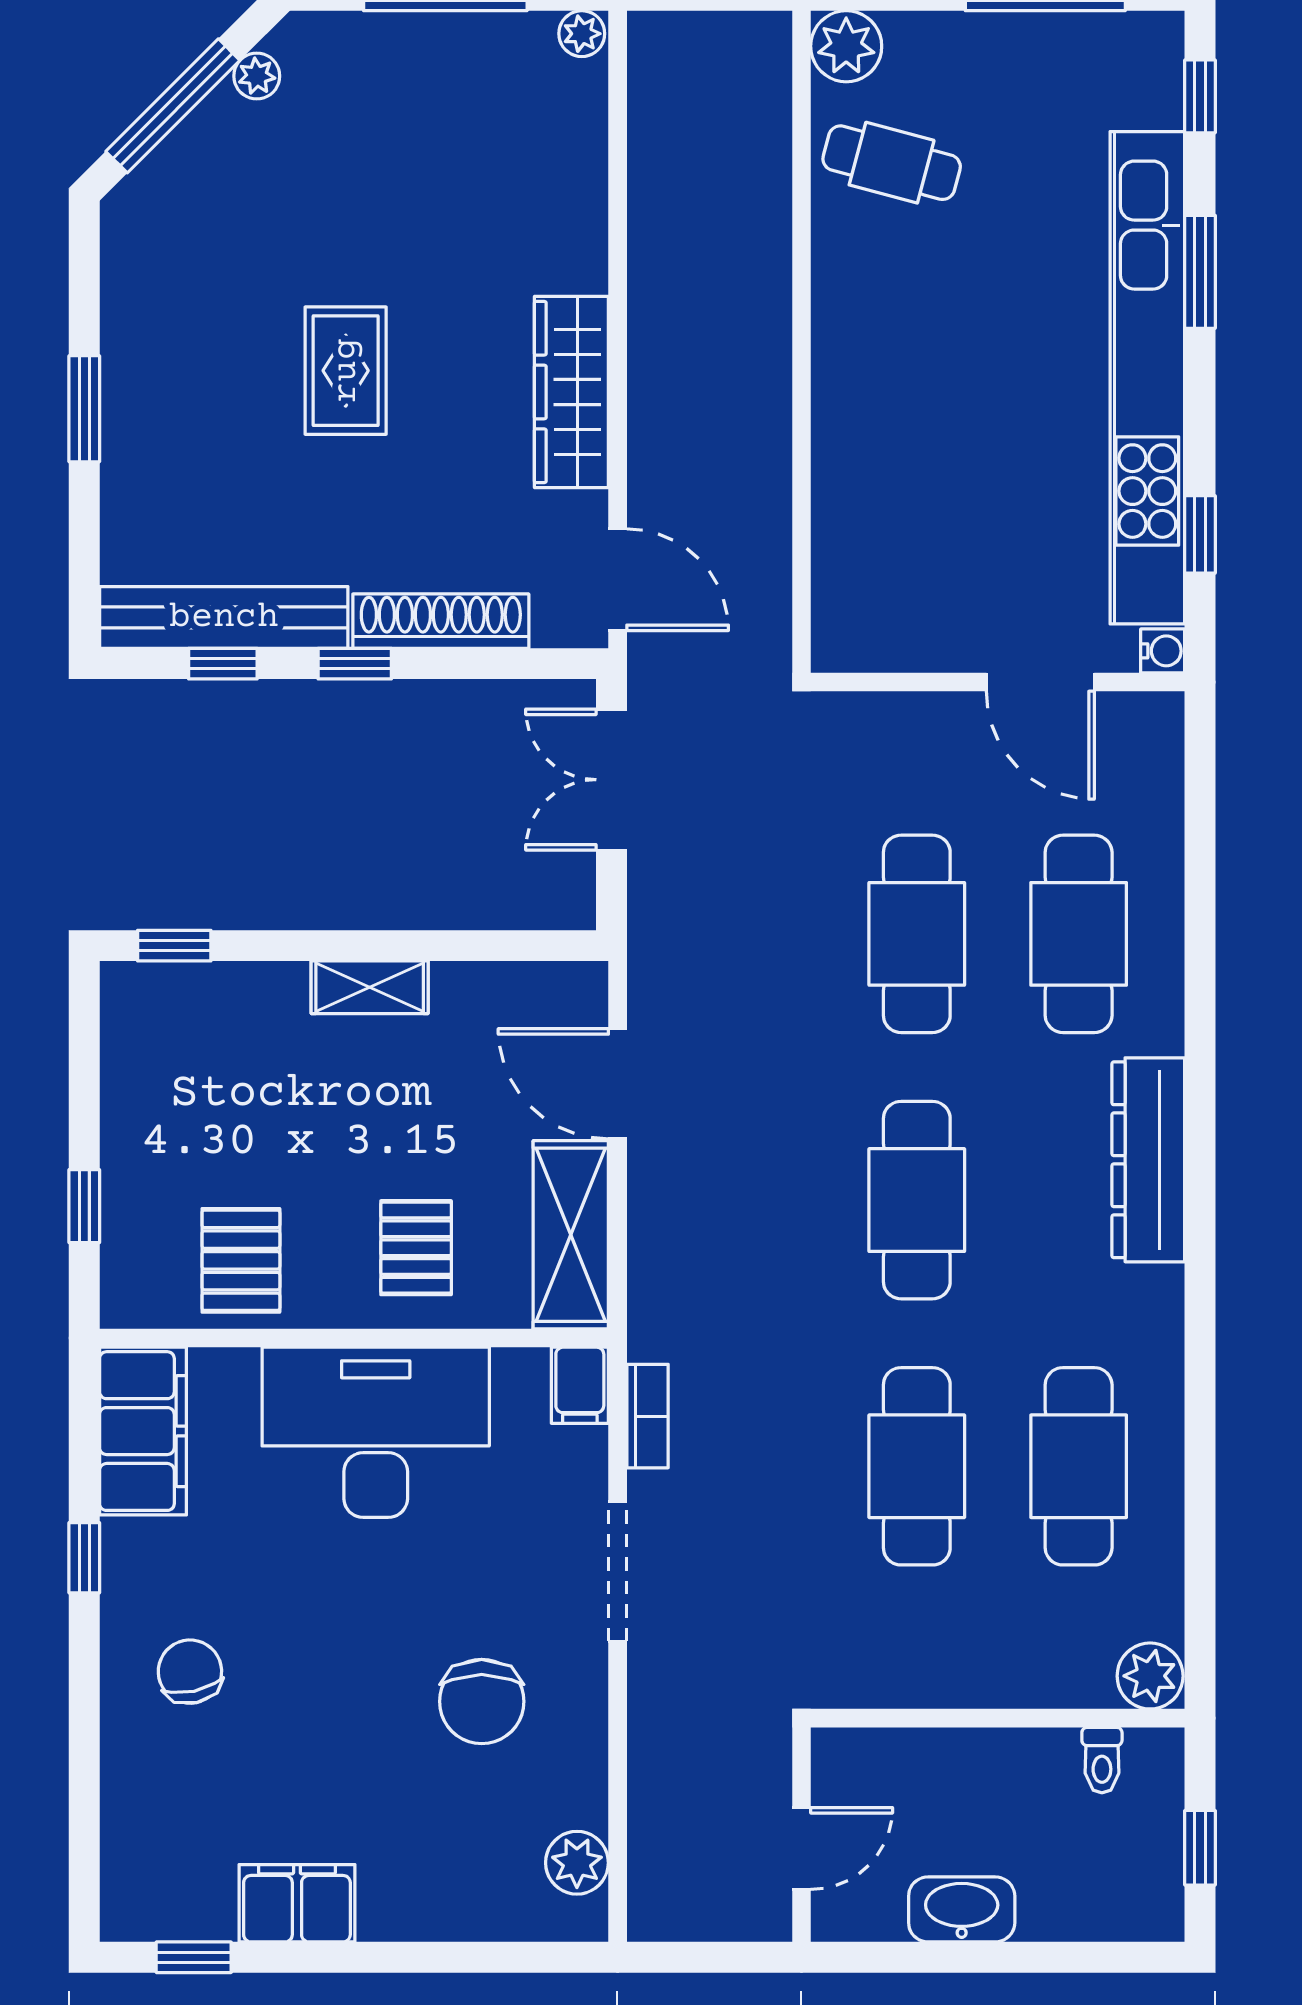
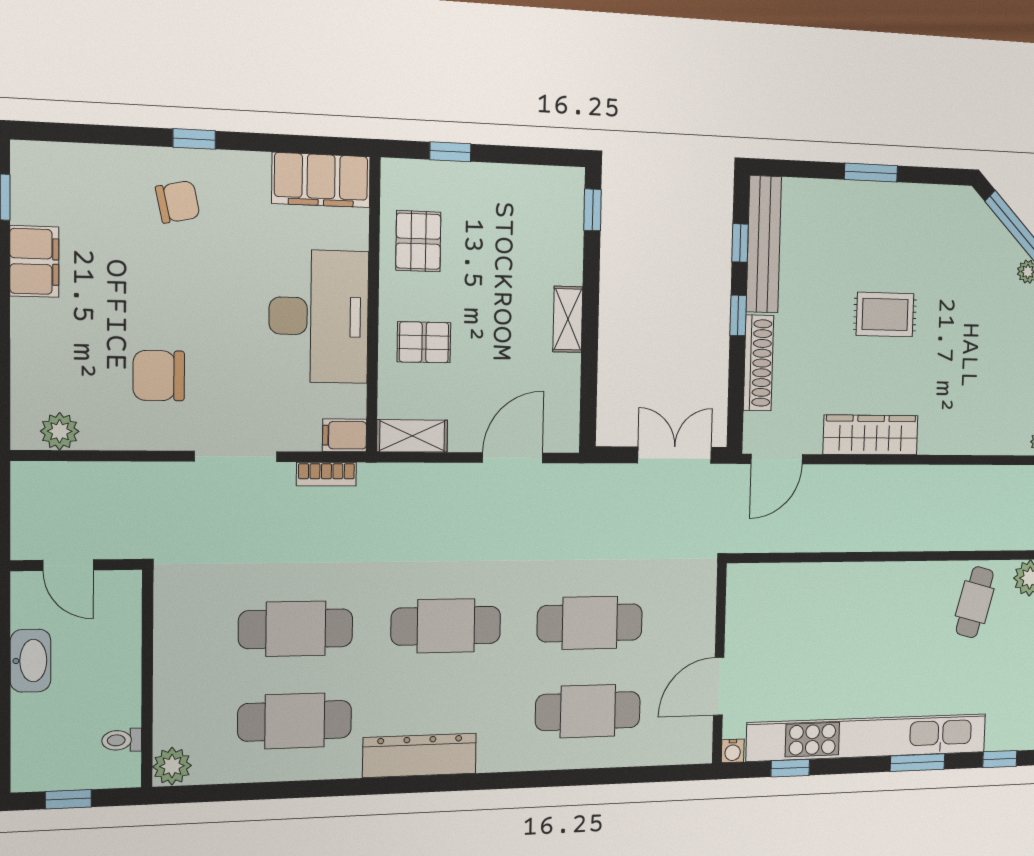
dresser: (1148, 1160) -> (420, 755), moved
shelving: (571, 1235) -> (412, 436), width x0.67, depth x0.75
pallet: (241, 1260) -> (418, 241), turned 90
window: (84, 1558) -> (194, 139), moved

